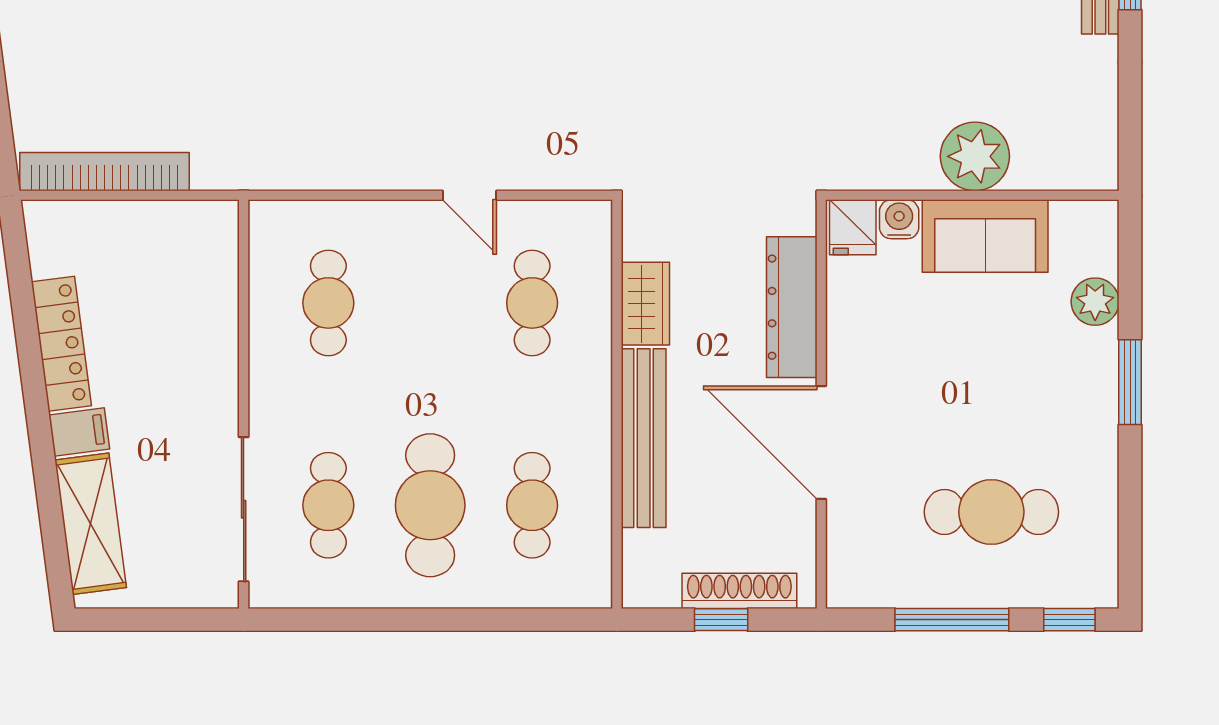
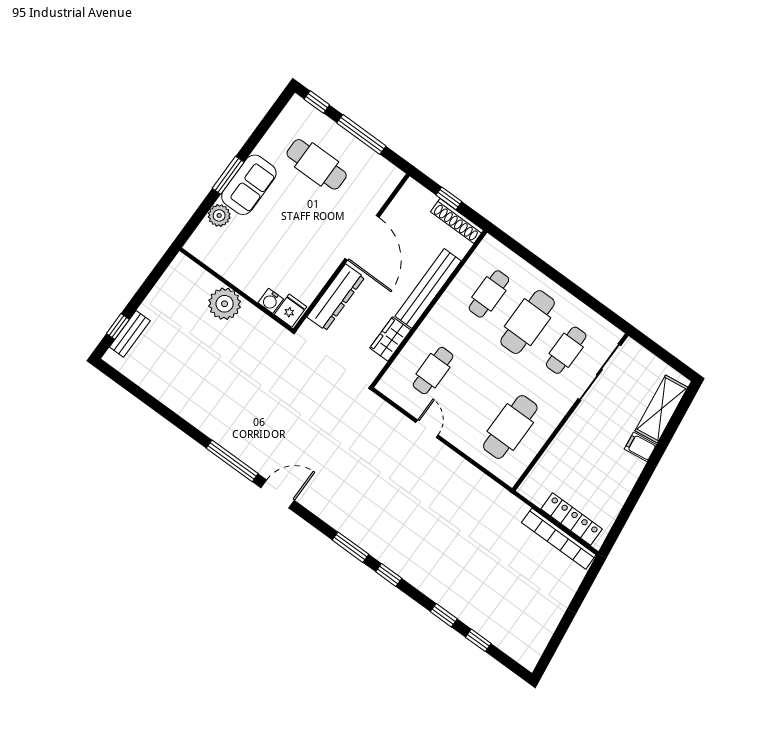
sofa: (985, 236) -> (249, 185), moved, turned 90
cafe table: (328, 303) -> (510, 427), width x1.37, depth x1.35
locker: (61, 344) -> (572, 519), moved, turned 97
shoe rack: (739, 591) -> (457, 221), moved

